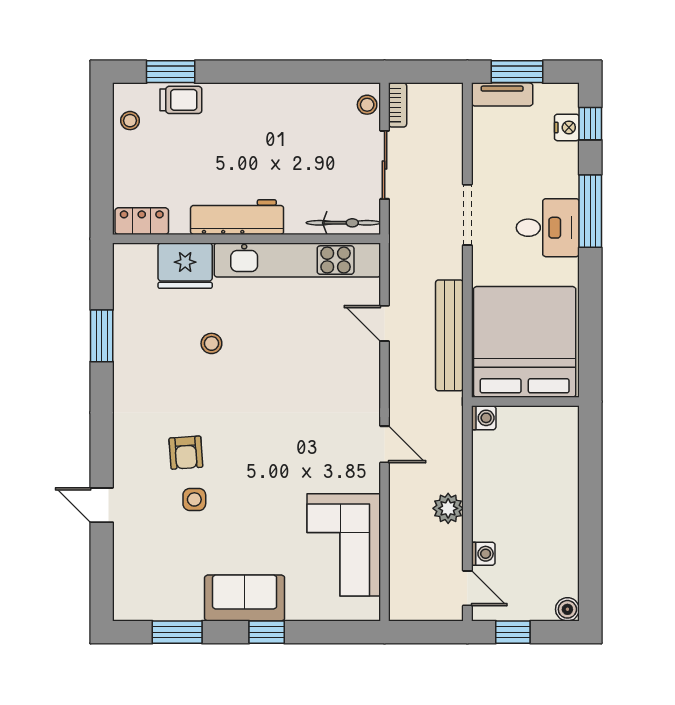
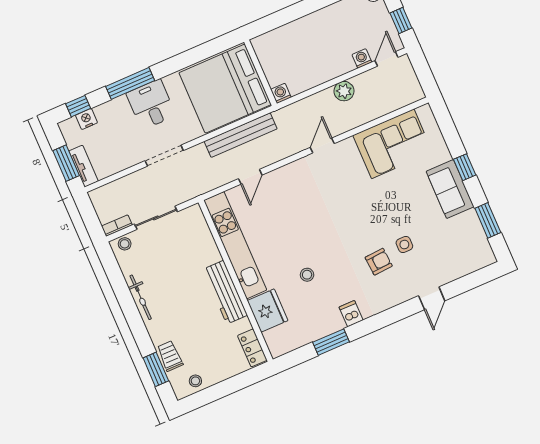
bicycle: (343, 223) -> (141, 297), moved, turned 180
dishwasher: (129, 382) -> (351, 314), added

